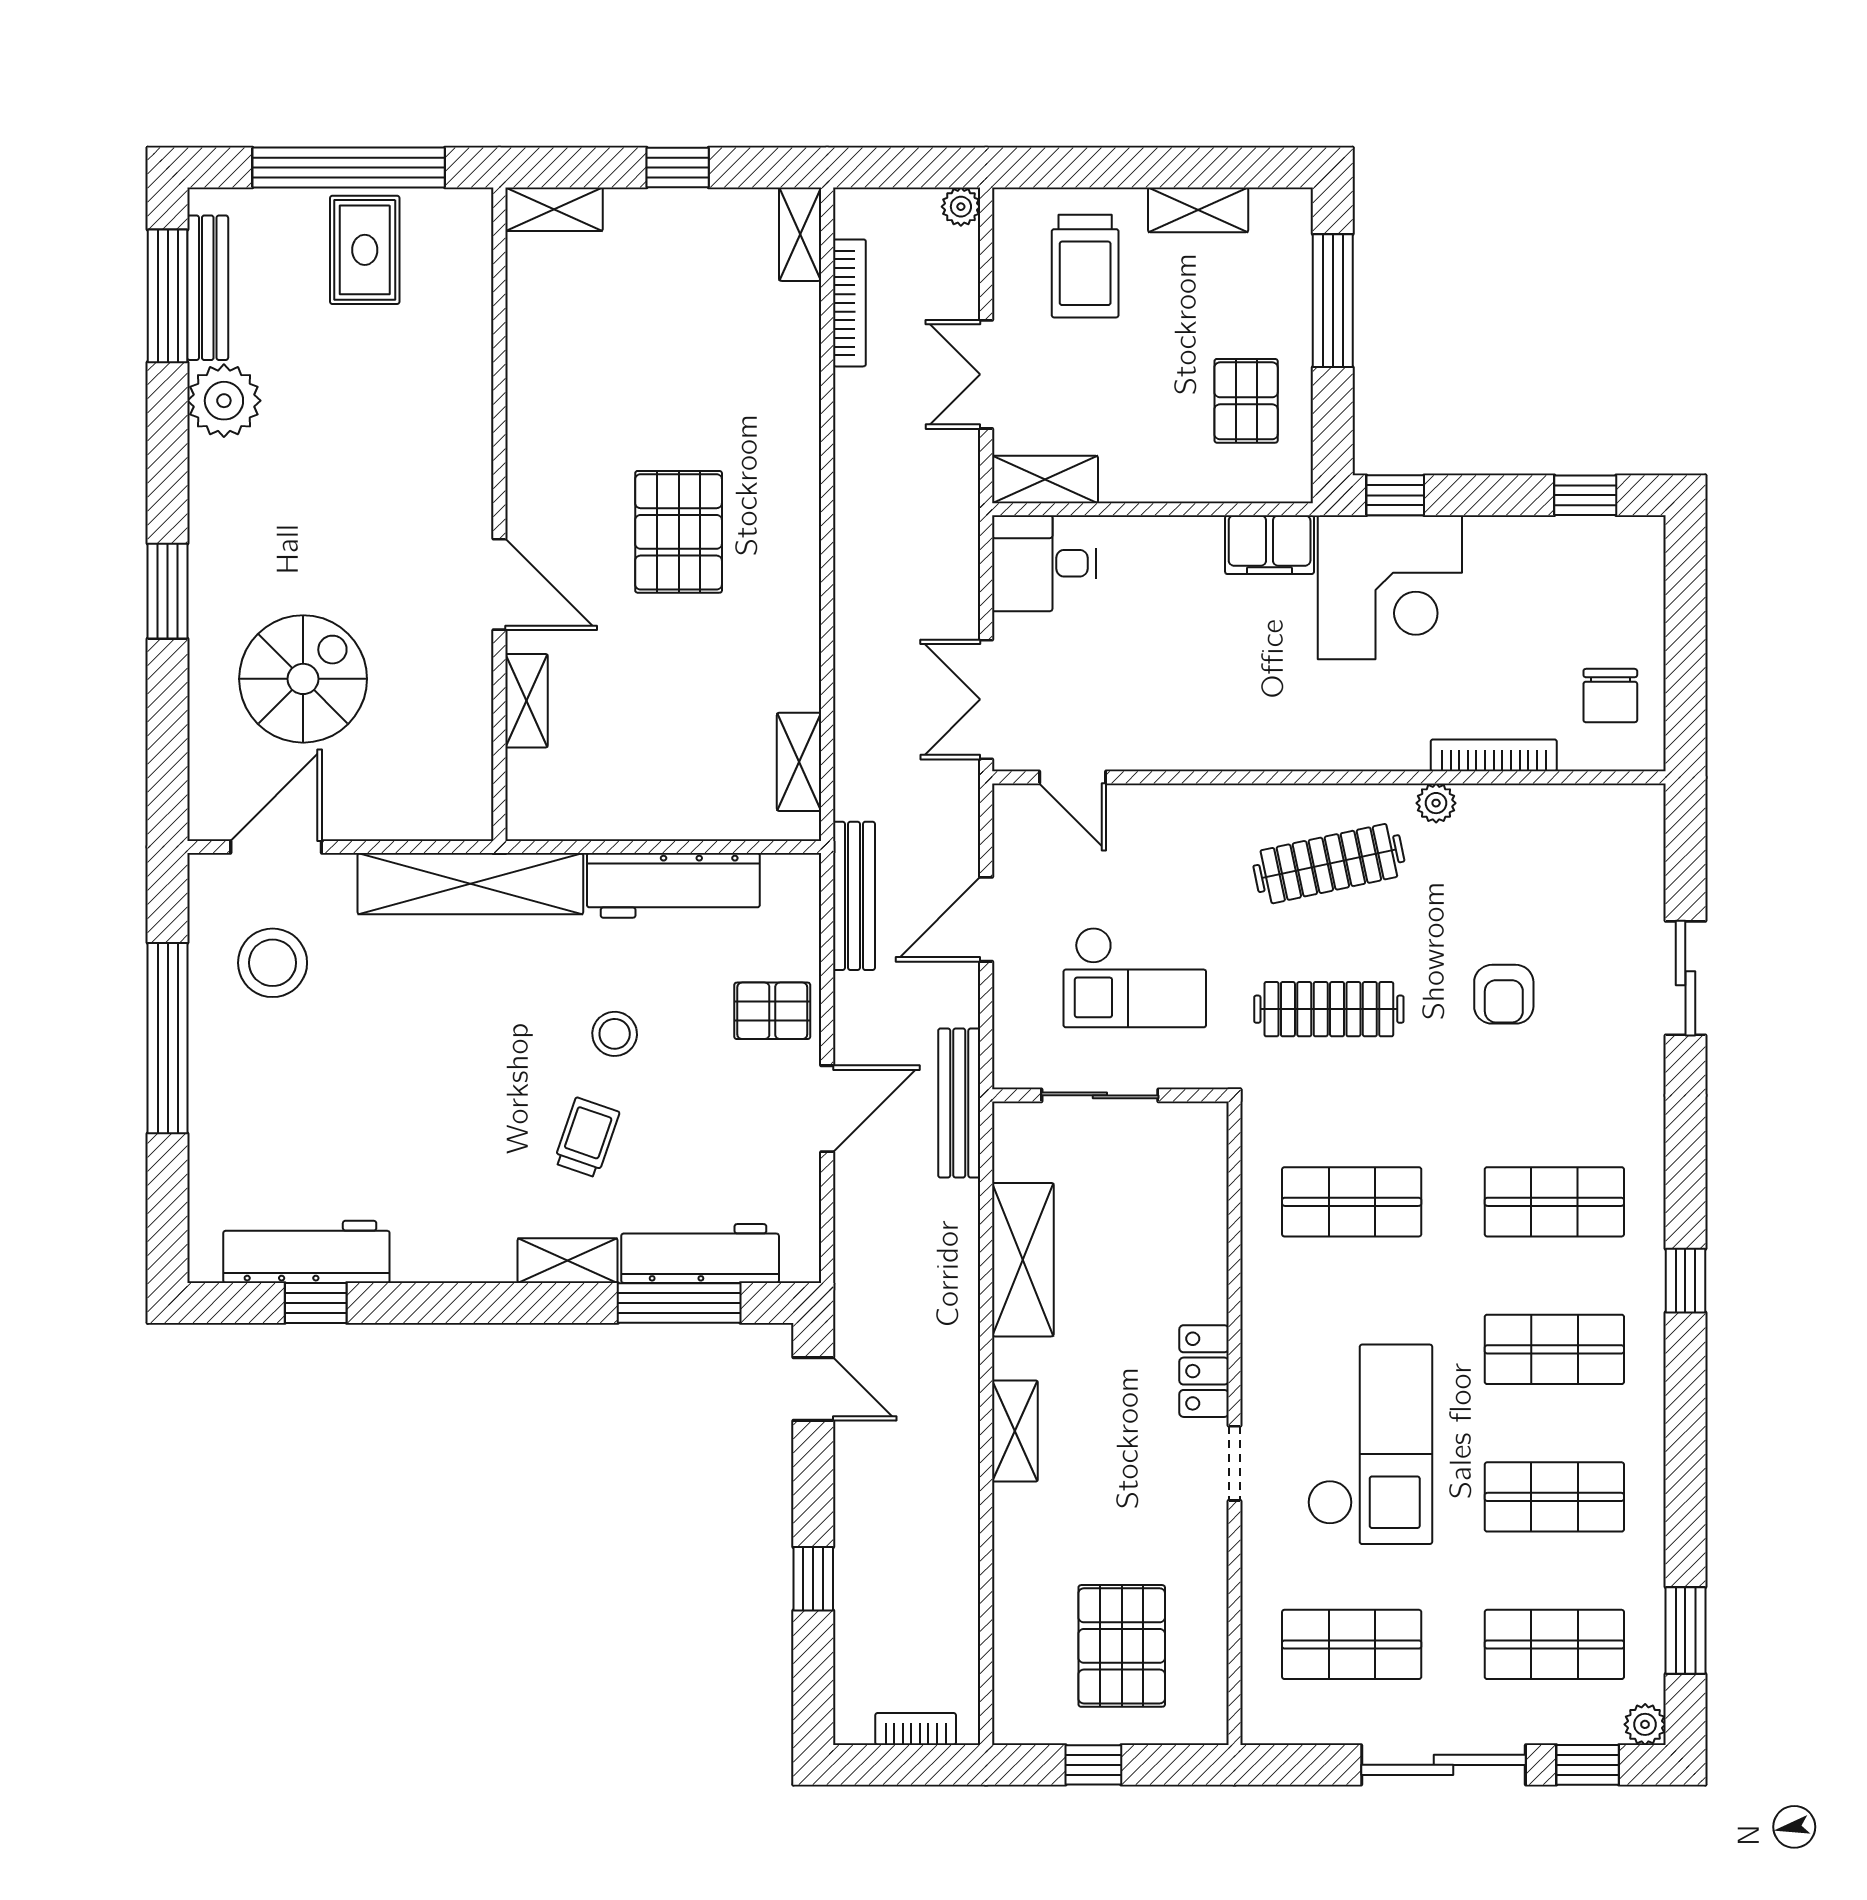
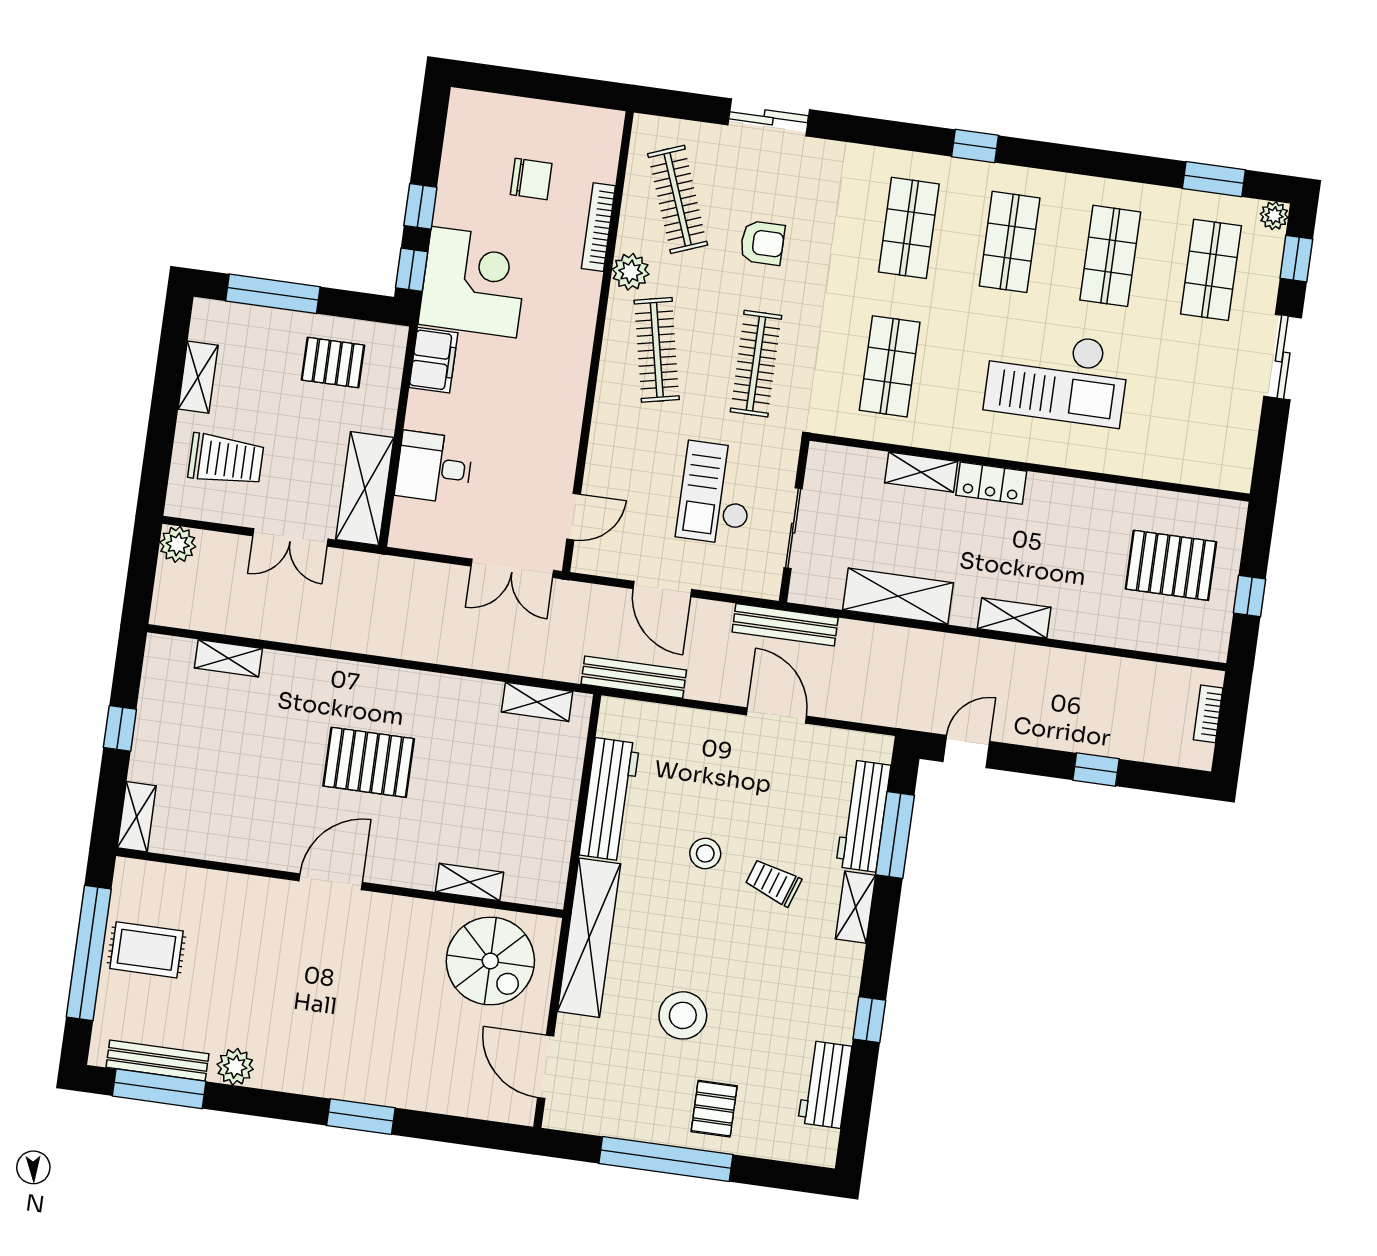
plant: (961, 207) -> (178, 544), width x1.38, depth x1.38
shelving: (800, 234) -> (228, 658), moved
bookcase: (849, 303) -> (229, 624), removed
plant: (224, 401) -> (235, 1067), width x0.73, depth x0.73
shelving: (1045, 479) -> (365, 488), width x1.50, depth x1.33
window: (1585, 495) -> (420, 206), moved
desk: (1044, 563) -> (434, 467), moved, turned 90
door: (499, 584) -> (331, 882), moved
spiral stairs: (303, 679) -> (490, 961), moved, turned 180
chair: (1610, 696) -> (531, 179), moved
plant: (1436, 803) -> (631, 272), width x1.38, depth x1.38
clothes rail: (1550, 864) -> (678, 199), added
stool: (273, 963) -> (683, 1015), moved
checkout: (1135, 977) -> (716, 493), turned 180
pallet: (772, 1011) -> (714, 1109), moved
workbench: (306, 1252) -> (825, 1084), width x0.73
shelving: (1206, 1268) -> (921, 472), added
window: (316, 1303) -> (869, 1020), moved
checkout: (1370, 1444) -> (1057, 377), turned 180
doorway: (1234, 1463) -> (1057, 471), removed
shop shelf: (1352, 1644) -> (1192, 408), removed
sliding door: (1443, 1765) -> (1283, 357), width x0.73

